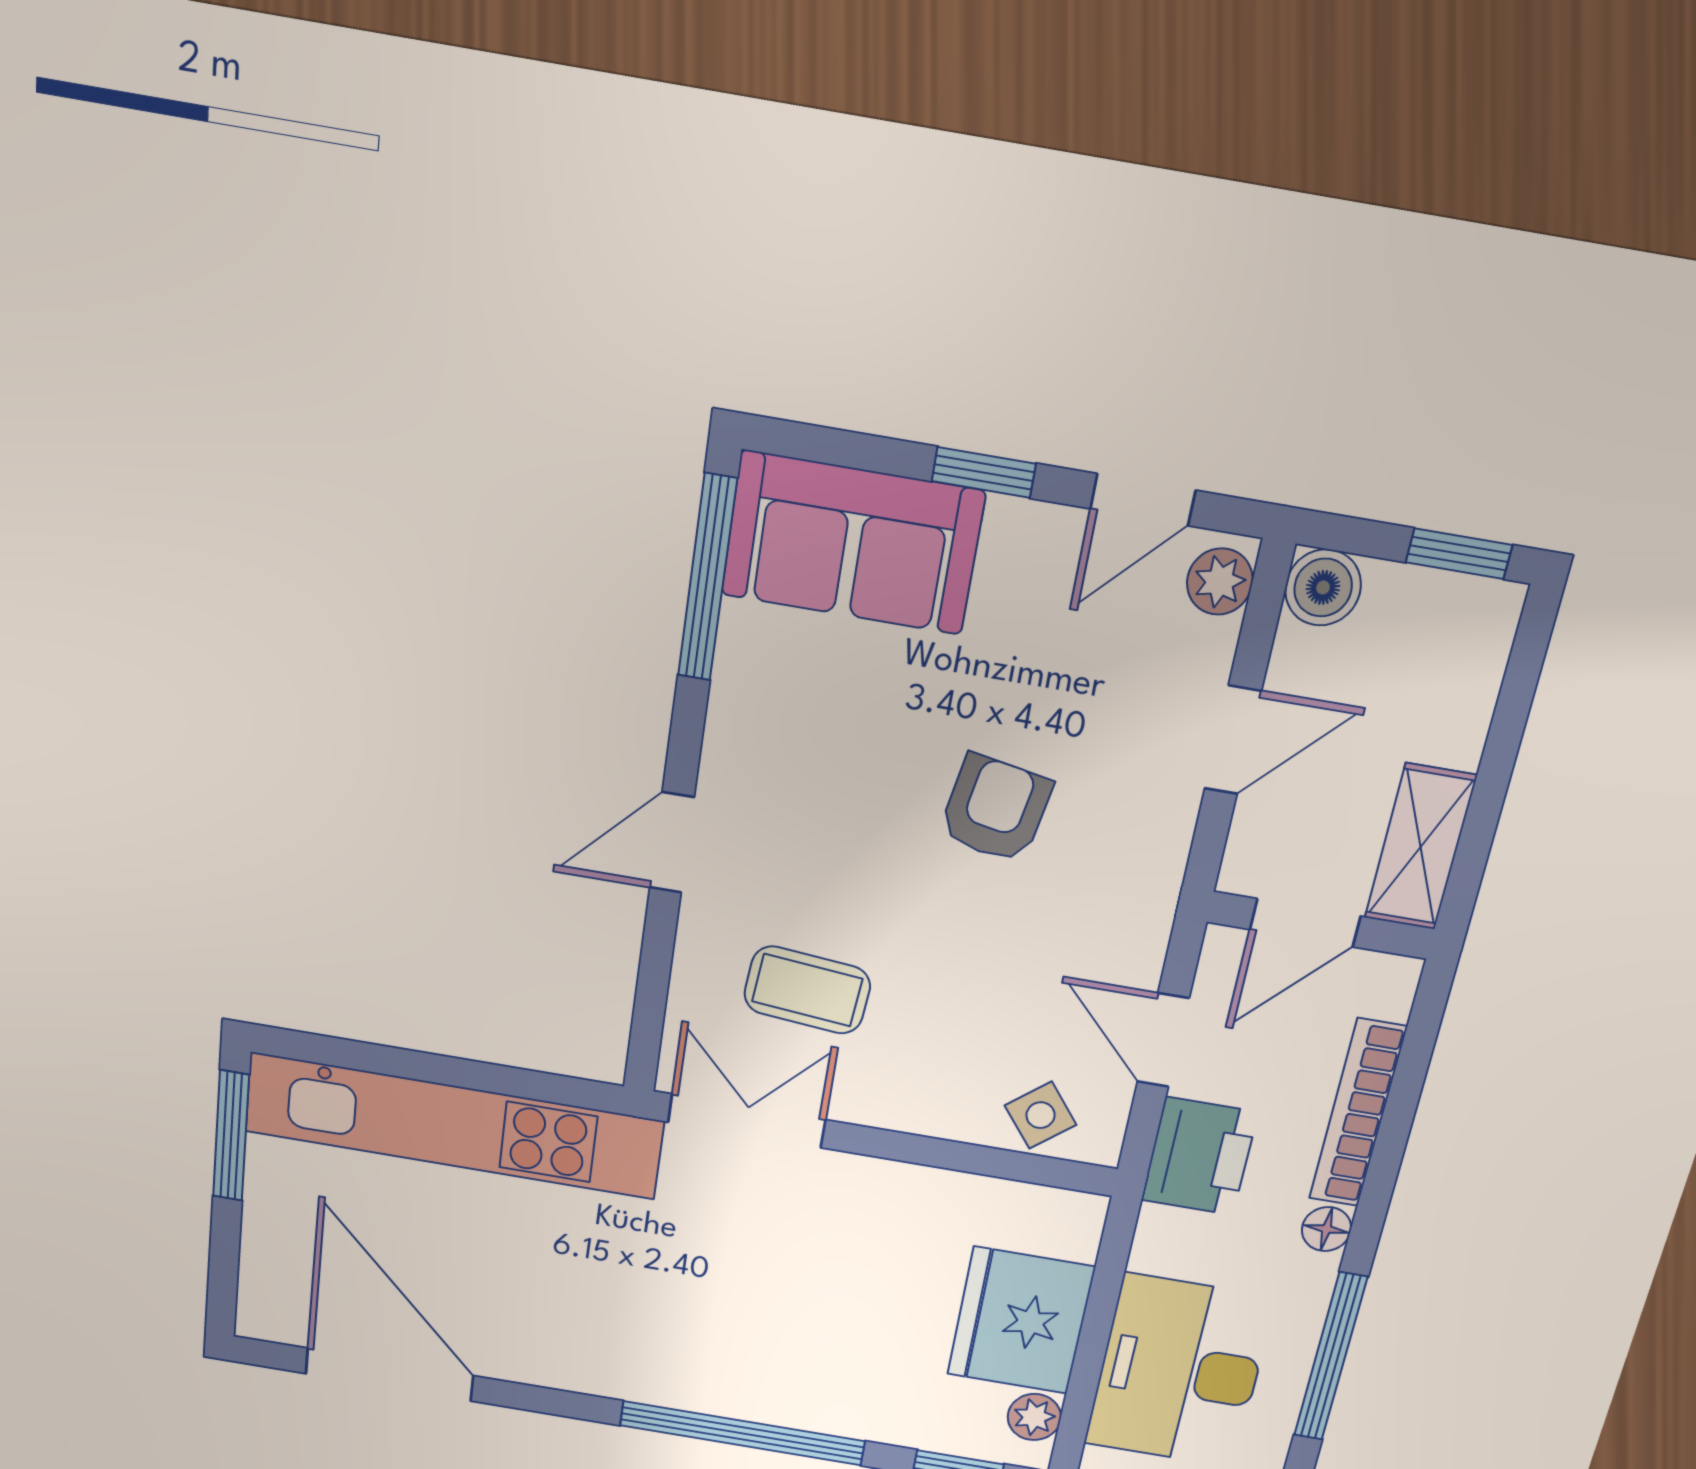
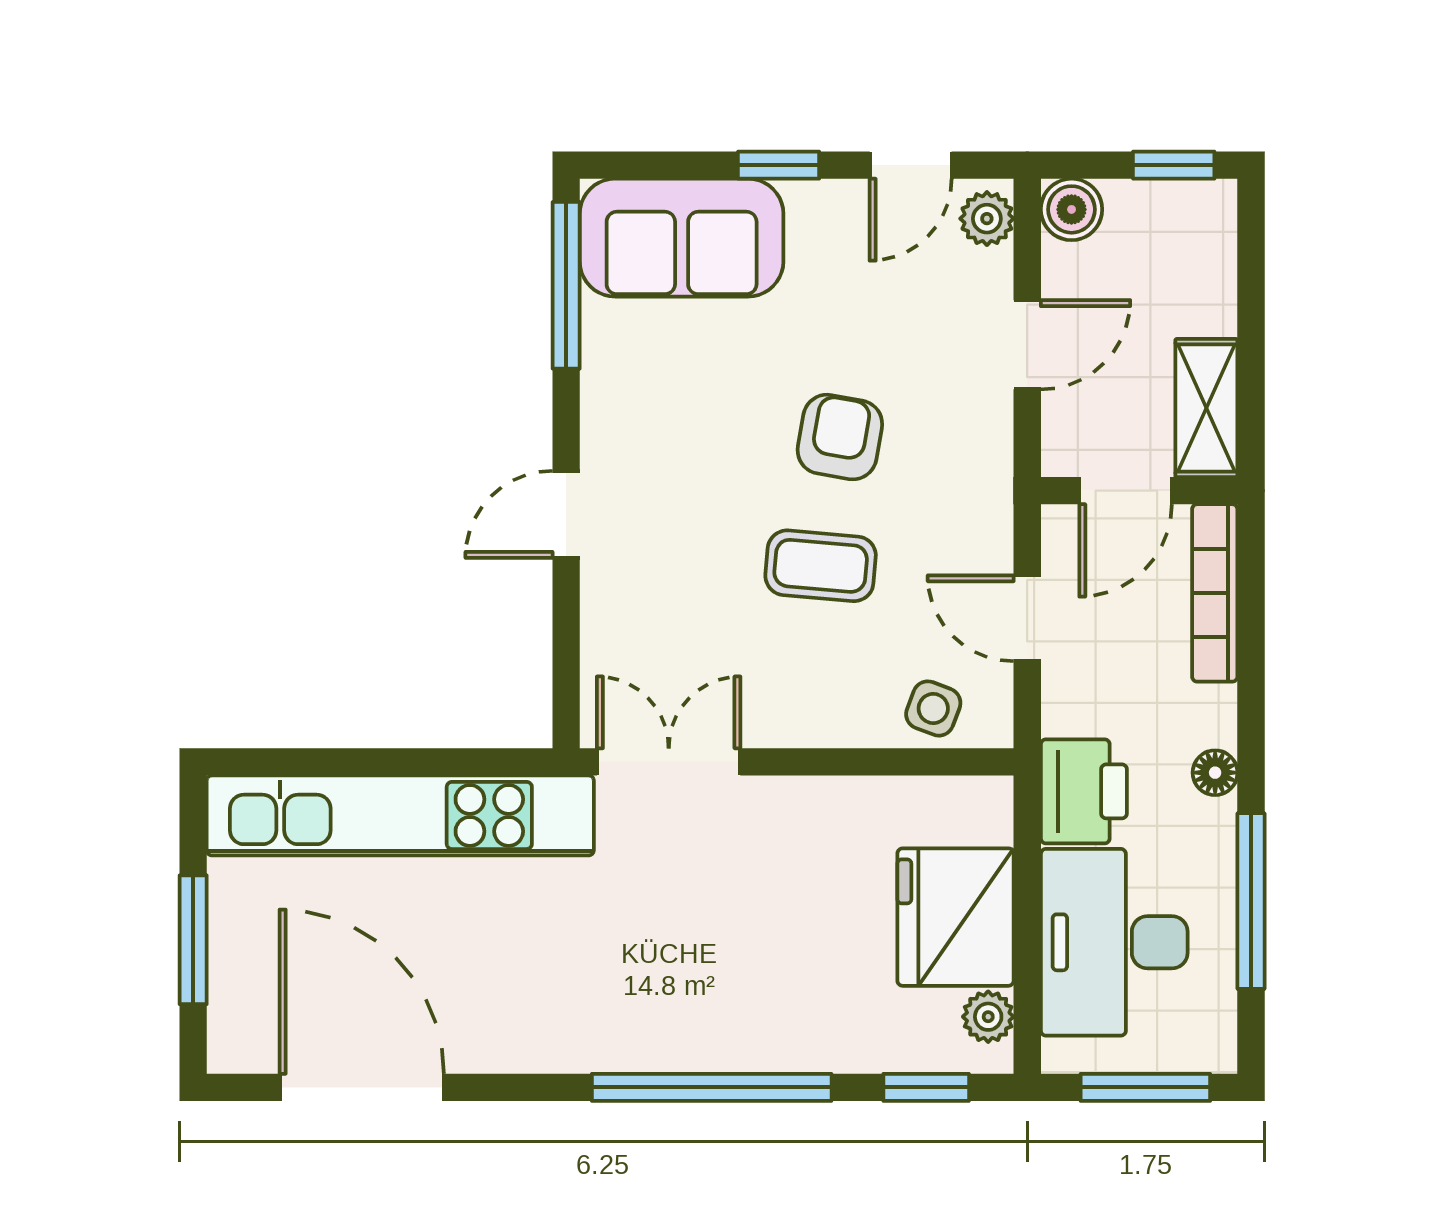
coffee table: (807, 990) -> (821, 566), moved
bookcase: (1358, 1113) -> (1215, 593), moved
side table: (1041, 1115) -> (933, 708), turned -30
window: (231, 1136) -> (193, 940), moved
printer: (1199, 1156) -> (1084, 791), moved

